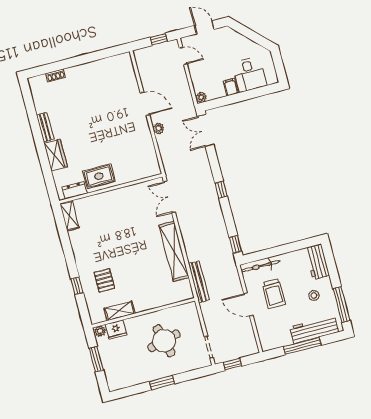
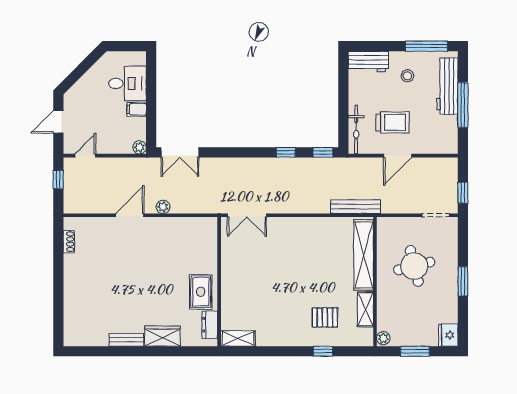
shoe rack: (56, 75) -> (69, 242), moved
window: (221, 190) -> (286, 152), moved
shelving: (174, 251) -> (364, 255), moved, turned 90
fridge: (116, 330) -> (448, 335), moved, turned 180

